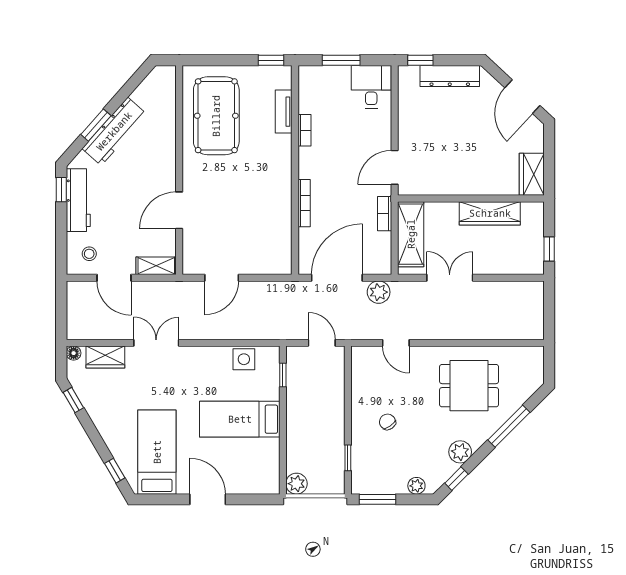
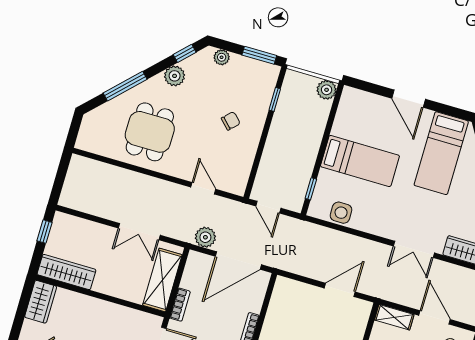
wardrobe: (490, 213) -> (67, 272), moved
dining table: (469, 386) -> (150, 132), turned 90
chair: (387, 422) -> (231, 121), turned -100

